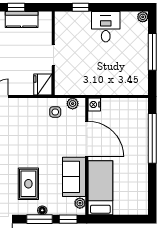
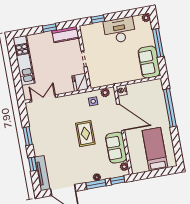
kitchen counter: (22, 20) -> (65, 35), moved
desk: (106, 27) -> (120, 30), width x1.37
sofa: (136, 75) -> (149, 62), added
rug: (28, 184) -> (85, 134), moved
bed: (100, 188) -> (155, 149), moved

